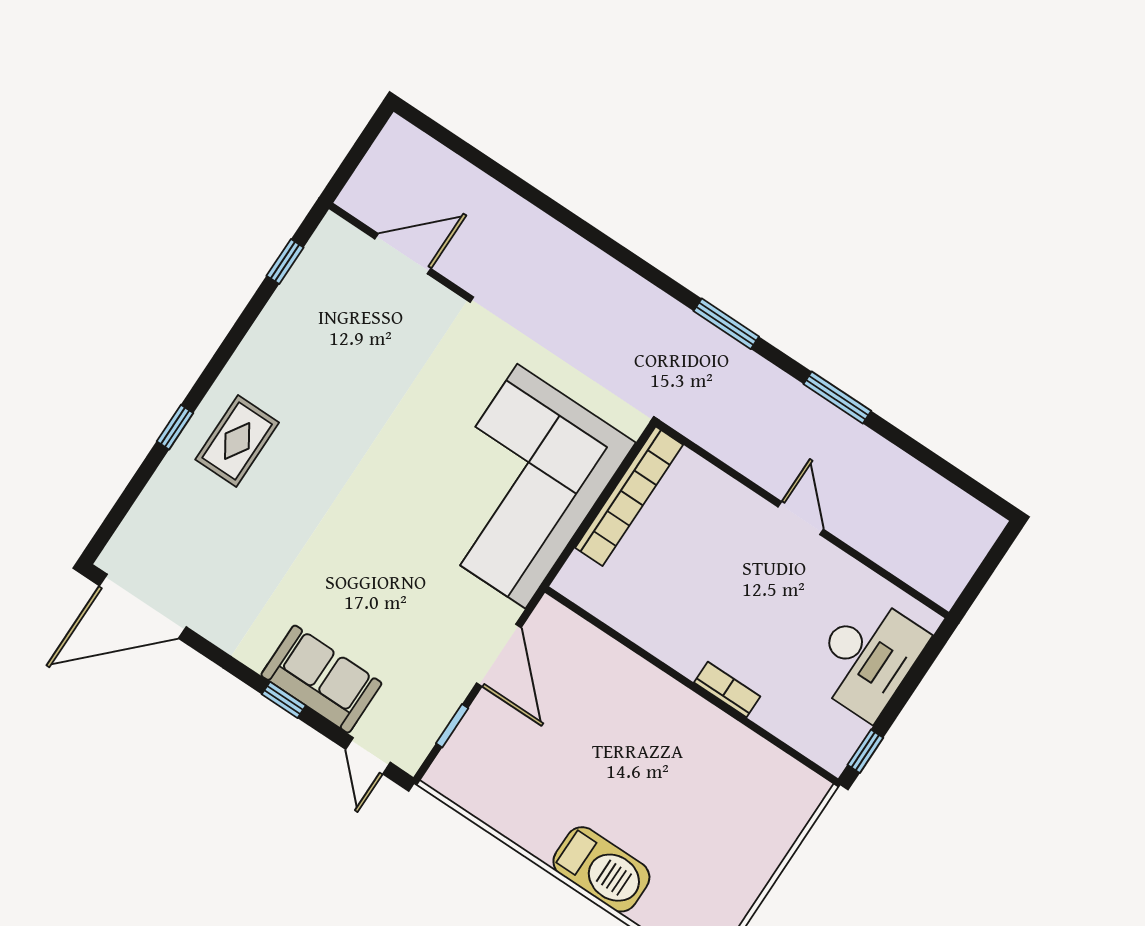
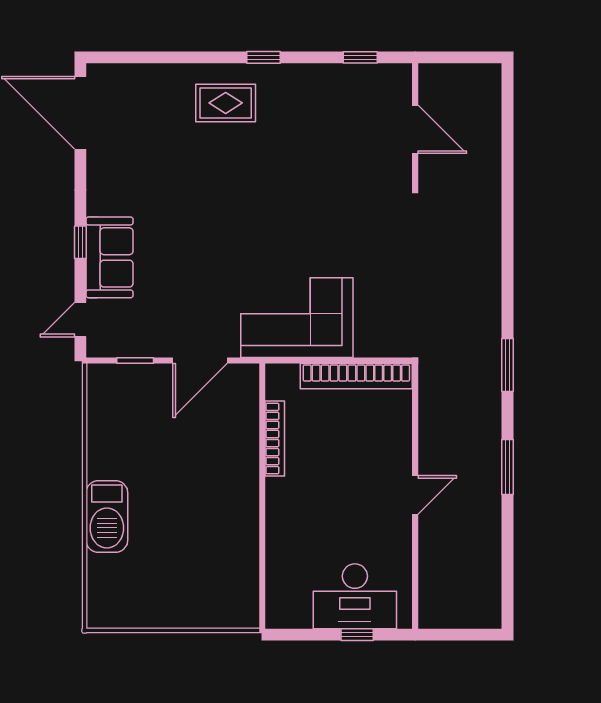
window: (175, 427) -> (264, 57), moved
corner sofa: (521, 486) -> (297, 318), width x0.73, depth x0.74
bookcase: (727, 689) -> (275, 439), moved, width x1.56
window: (865, 751) -> (357, 635), moved

